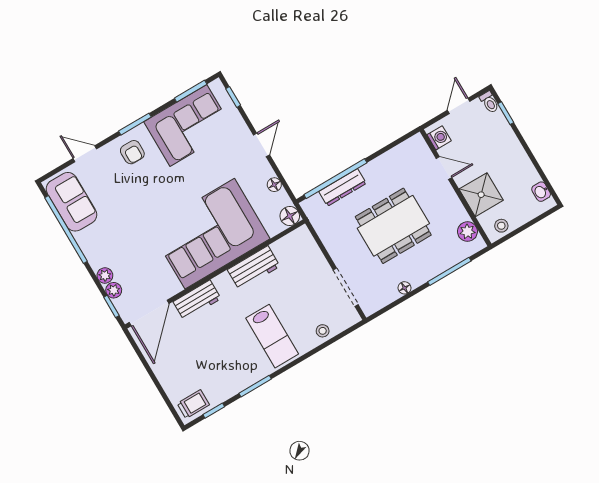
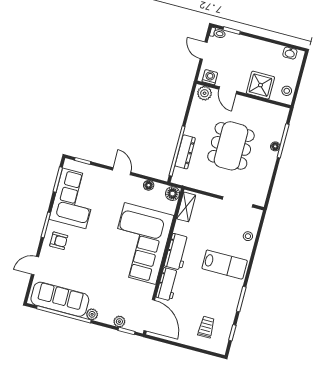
door: (444, 168) -> (228, 90), swing flipped
sofa: (71, 202) -> (60, 299), width x1.36
plant: (467, 232) -> (205, 93), moved
shelving: (290, 242) -> (186, 207), added
workbench: (254, 268) -> (177, 252), moved
plant: (105, 276) -> (92, 314), moved
floor lamp: (405, 288) -> (275, 146), moved
trolley: (193, 404) -> (206, 327), moved

